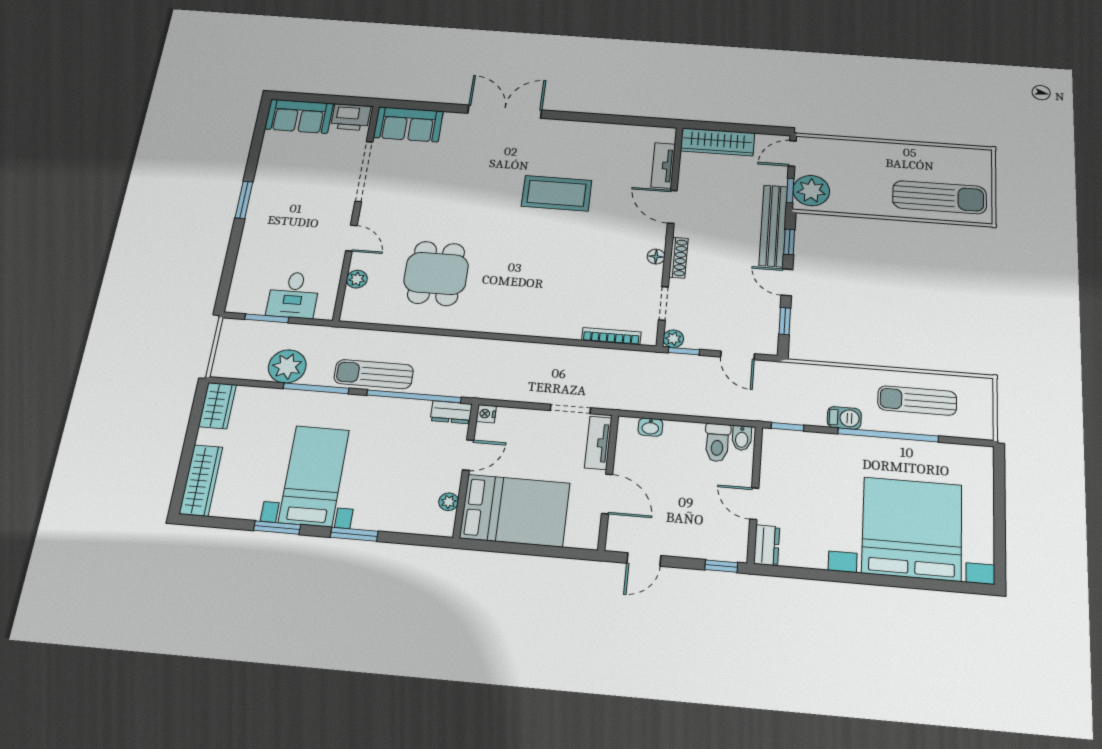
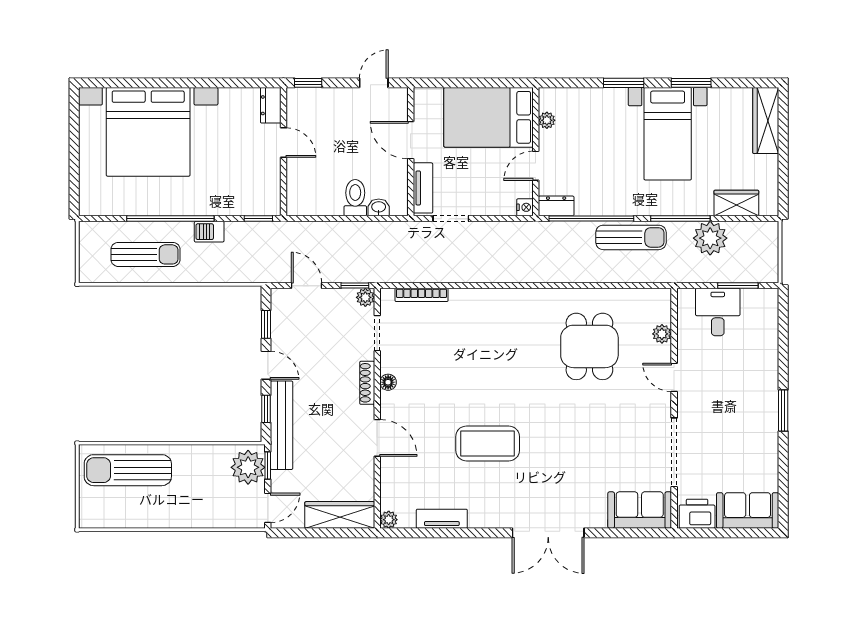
plant: (667, 134) -> (389, 520), added
tv unit: (663, 165) -> (442, 519), moved, turned -90
wardrobe: (217, 406) -> (736, 203), moved, turned 90
bidet: (742, 438) -> (298, 204), removed
toilet: (717, 443) -> (355, 198), moved

